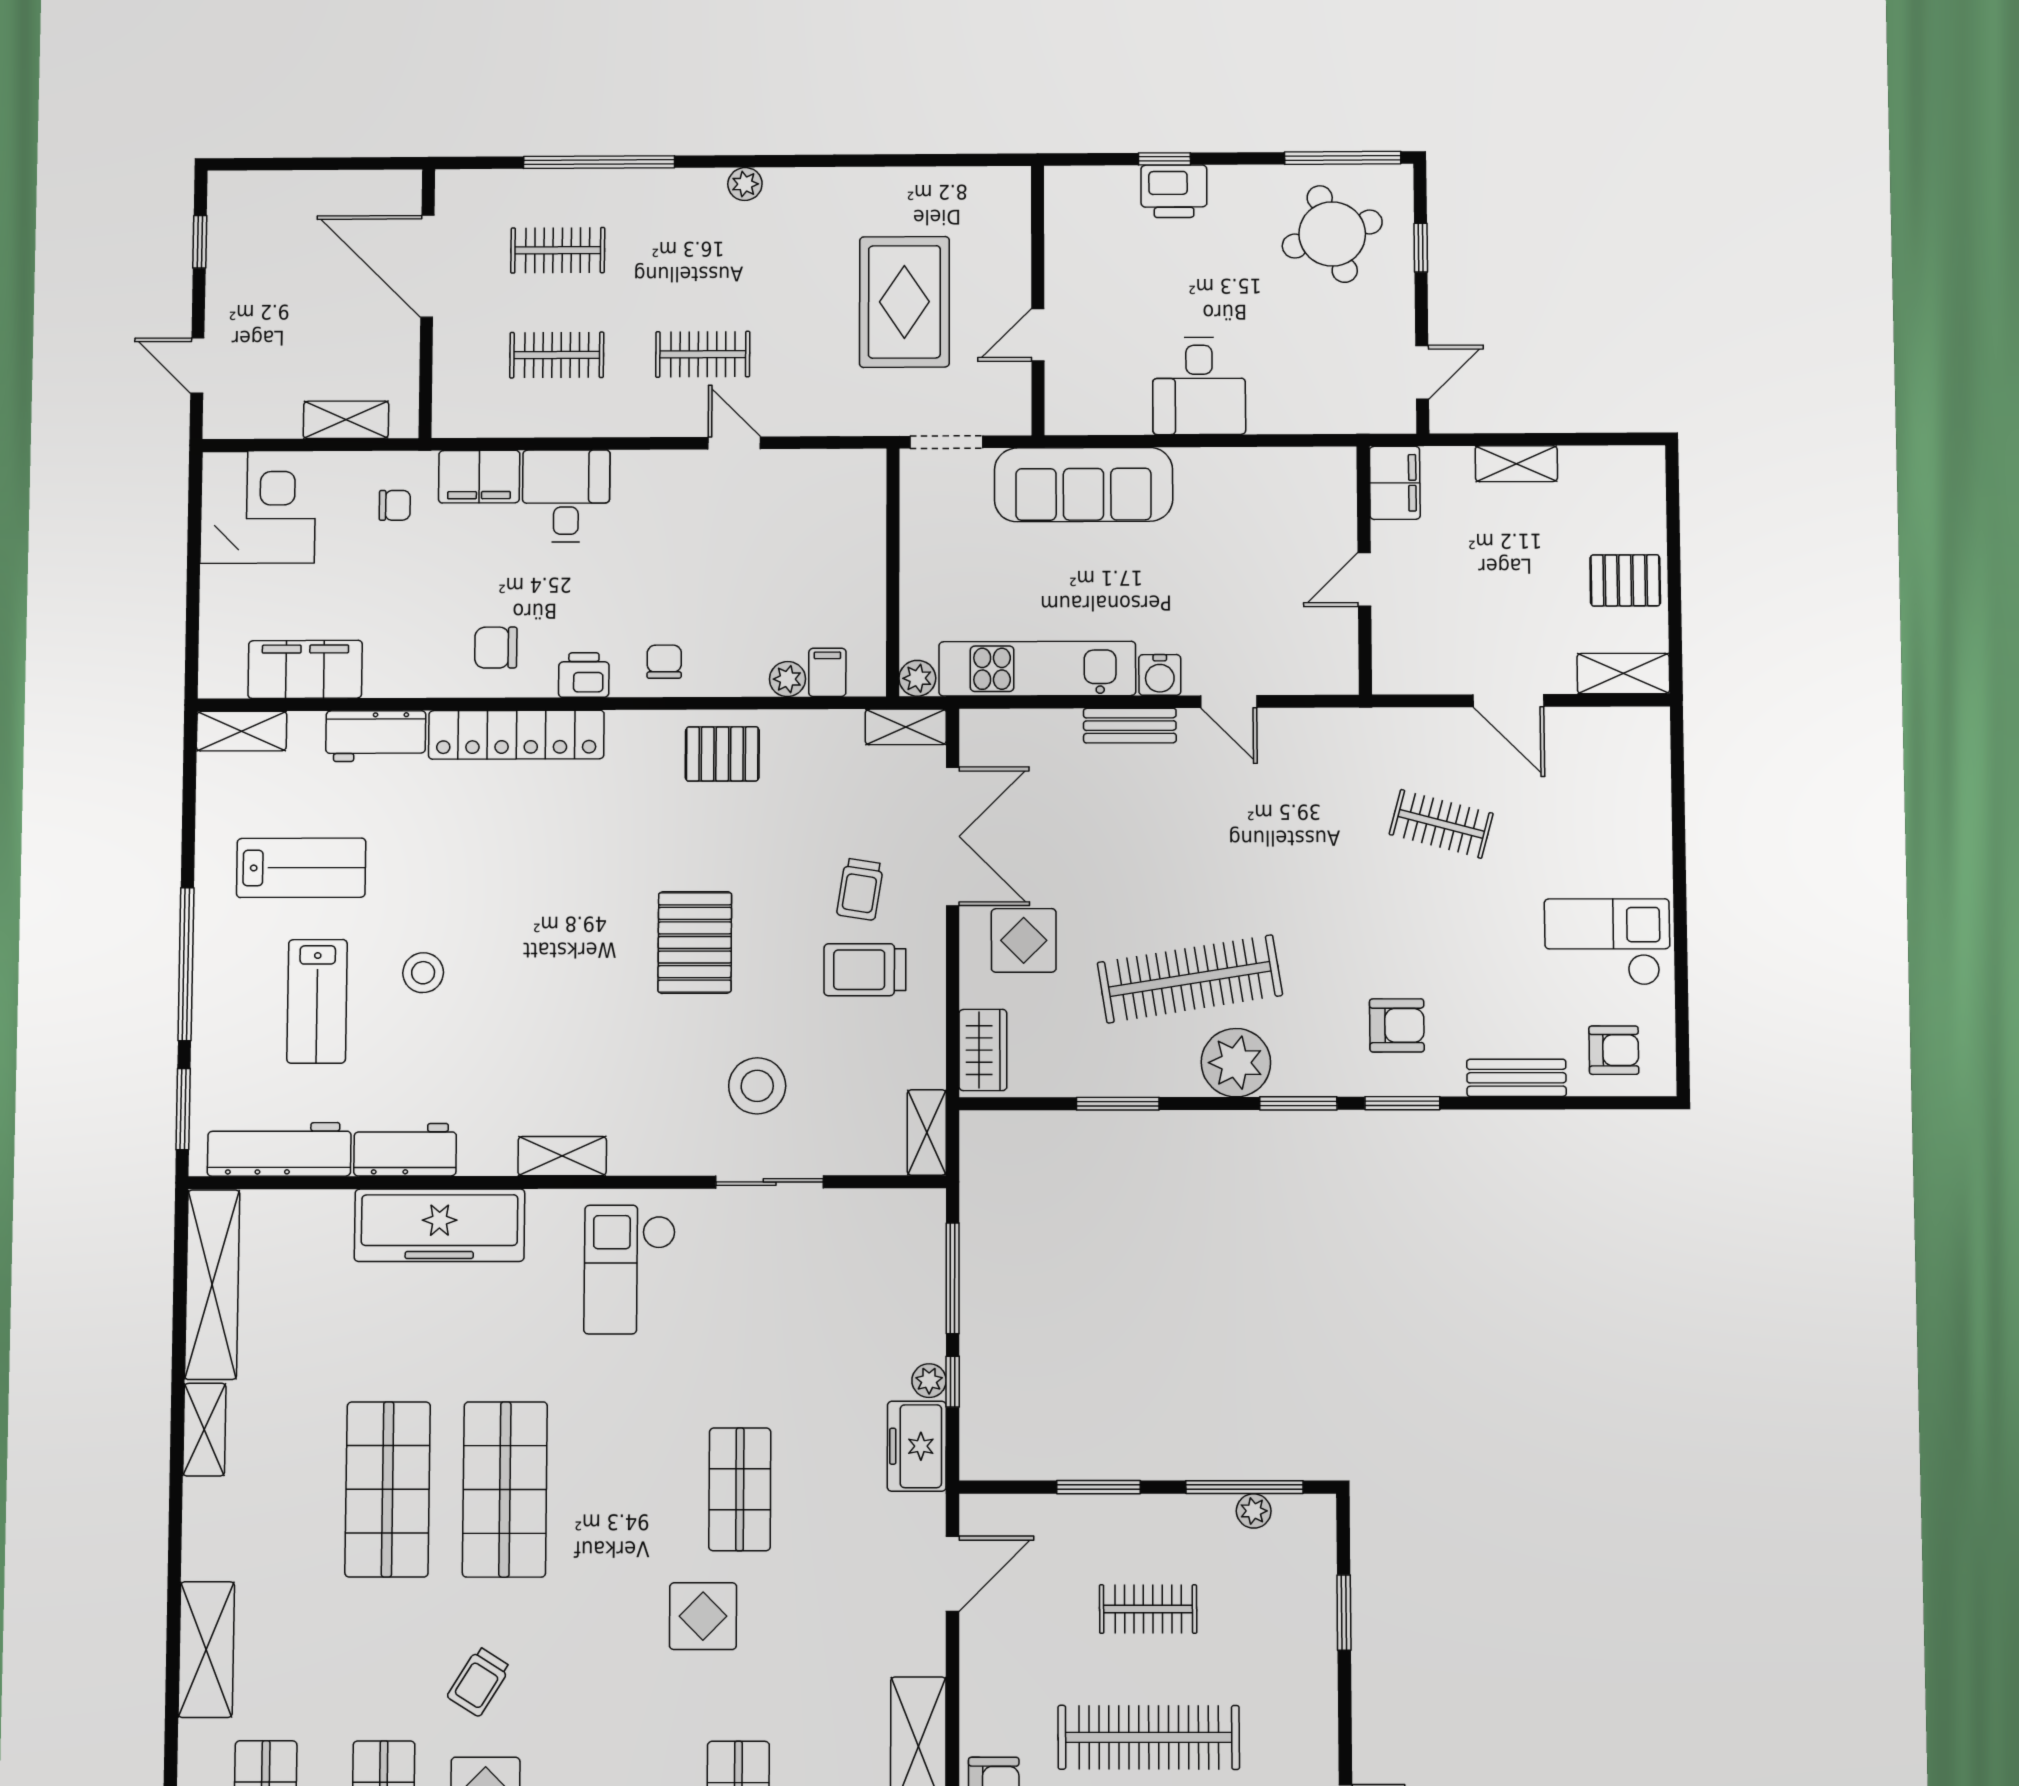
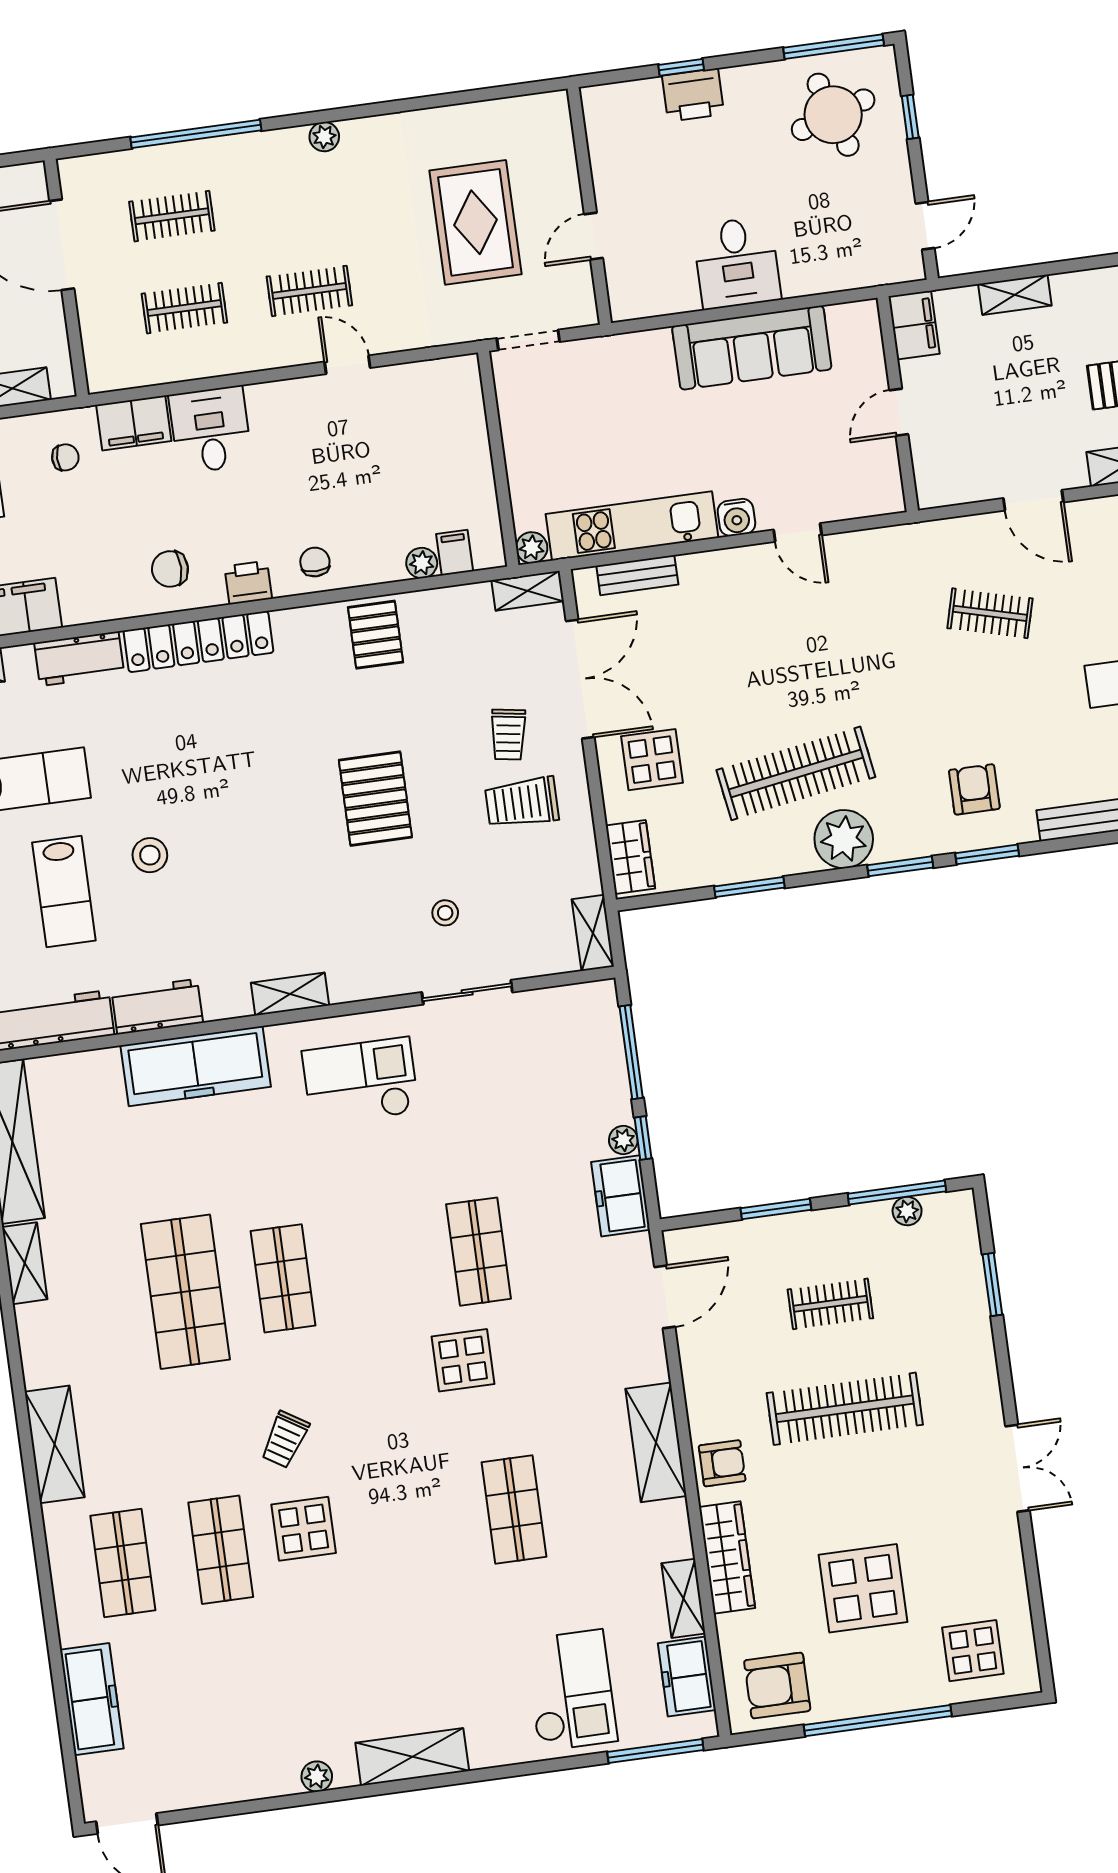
sofa: (1083, 485) -> (752, 348), moved
bench: (1130, 726) -> (637, 575), moved
pallet: (722, 754) -> (376, 635), turned 90
armchair: (1397, 1025) -> (974, 789), turned -90
stool: (757, 1086) -> (445, 913), width x0.53, depth x0.53
checkout: (630, 1270) -> (360, 1081), turned 90
shop shelf: (505, 1489) -> (283, 1278), width x0.70, depth x0.74

